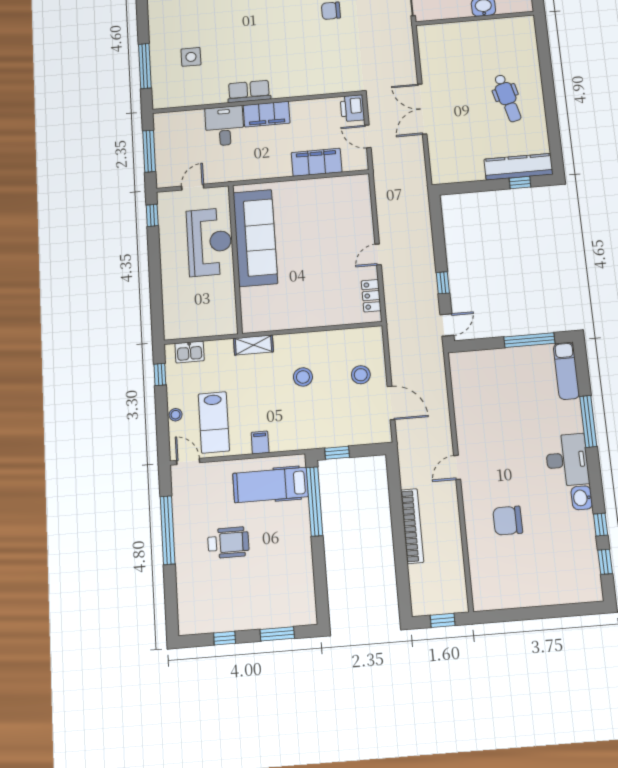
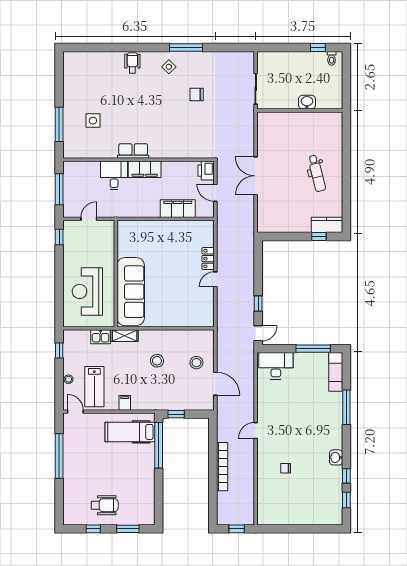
kitchen counter: (519, 167) -> (327, 225), width x0.67
sofa: (255, 238) -> (131, 292), moved
reception desk: (209, 242) -> (87, 291), moved, turned 180
locker: (371, 296) -> (208, 259), moved
kitchen sink: (190, 352) -> (101, 337), moved
desk: (567, 460) -> (276, 366), moved, turned -90
chair: (508, 521) -> (286, 468), width x0.54, depth x0.54
wheelchair: (228, 543) -> (105, 505), moved

